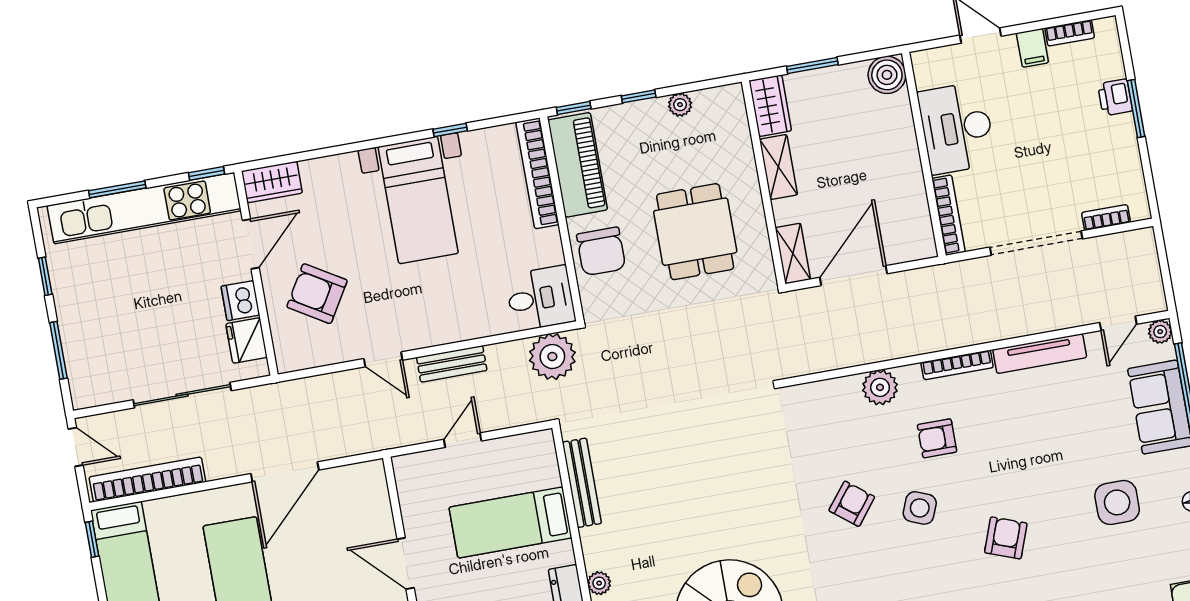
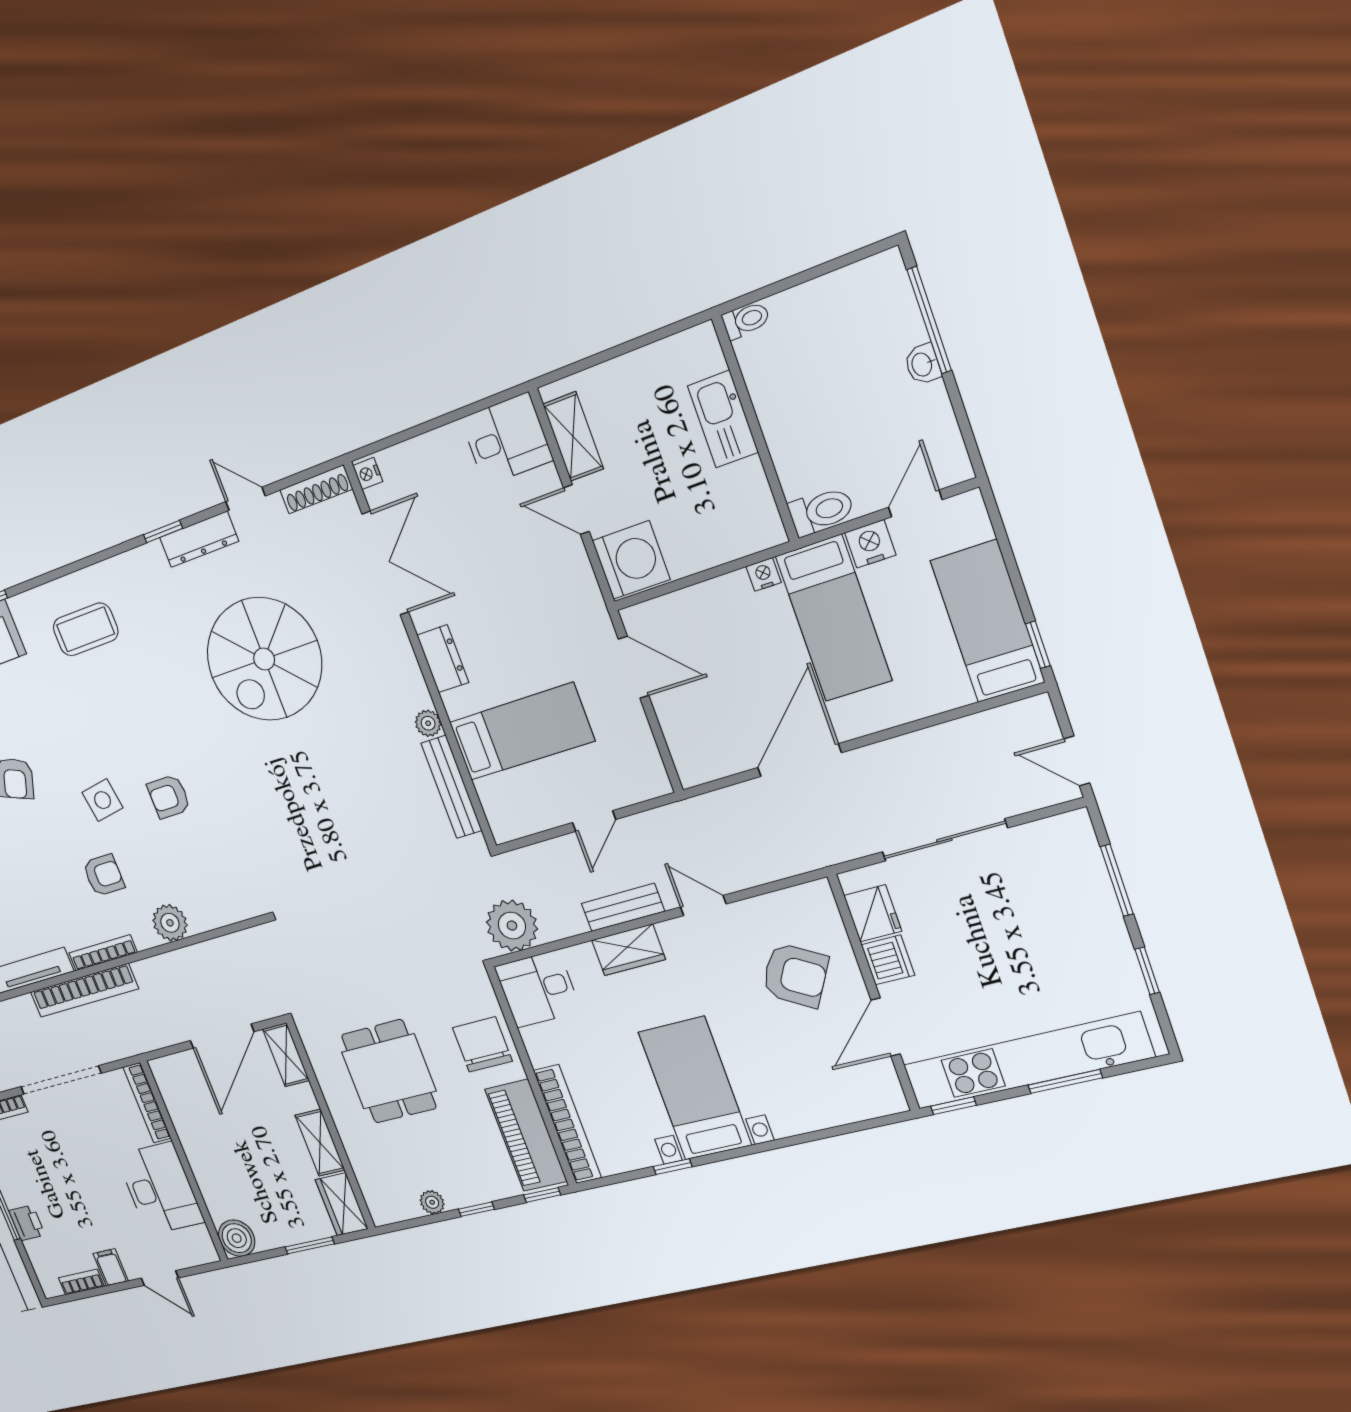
wardrobe: (272, 182) -> (628, 950), moved, turned 180
bookcase: (147, 479) -> (84, 990), moved
armchair: (852, 504) -> (169, 797), turned 52
side table: (920, 508) -> (102, 800), turned -31
plant: (599, 583) -> (428, 723), moved

